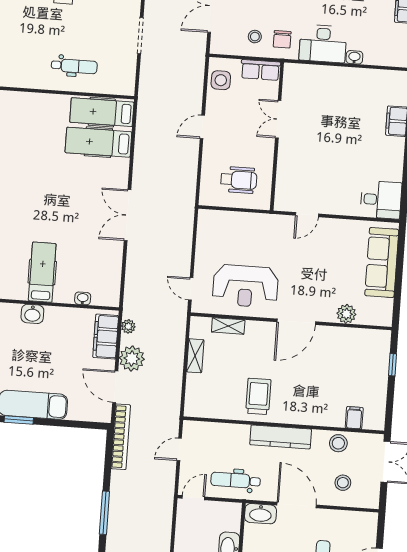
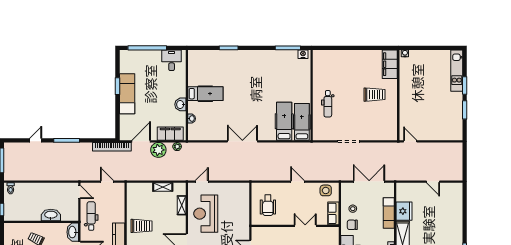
washbasin: (32, 314) -> (180, 104), moved

